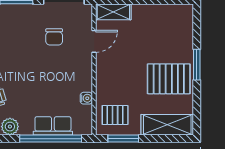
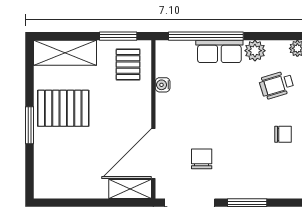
door: (94, 41) -> (153, 154), width x1.87
pallet: (115, 115) -> (128, 64), turned 90
row of seats: (53, 126) -> (219, 51), moved

